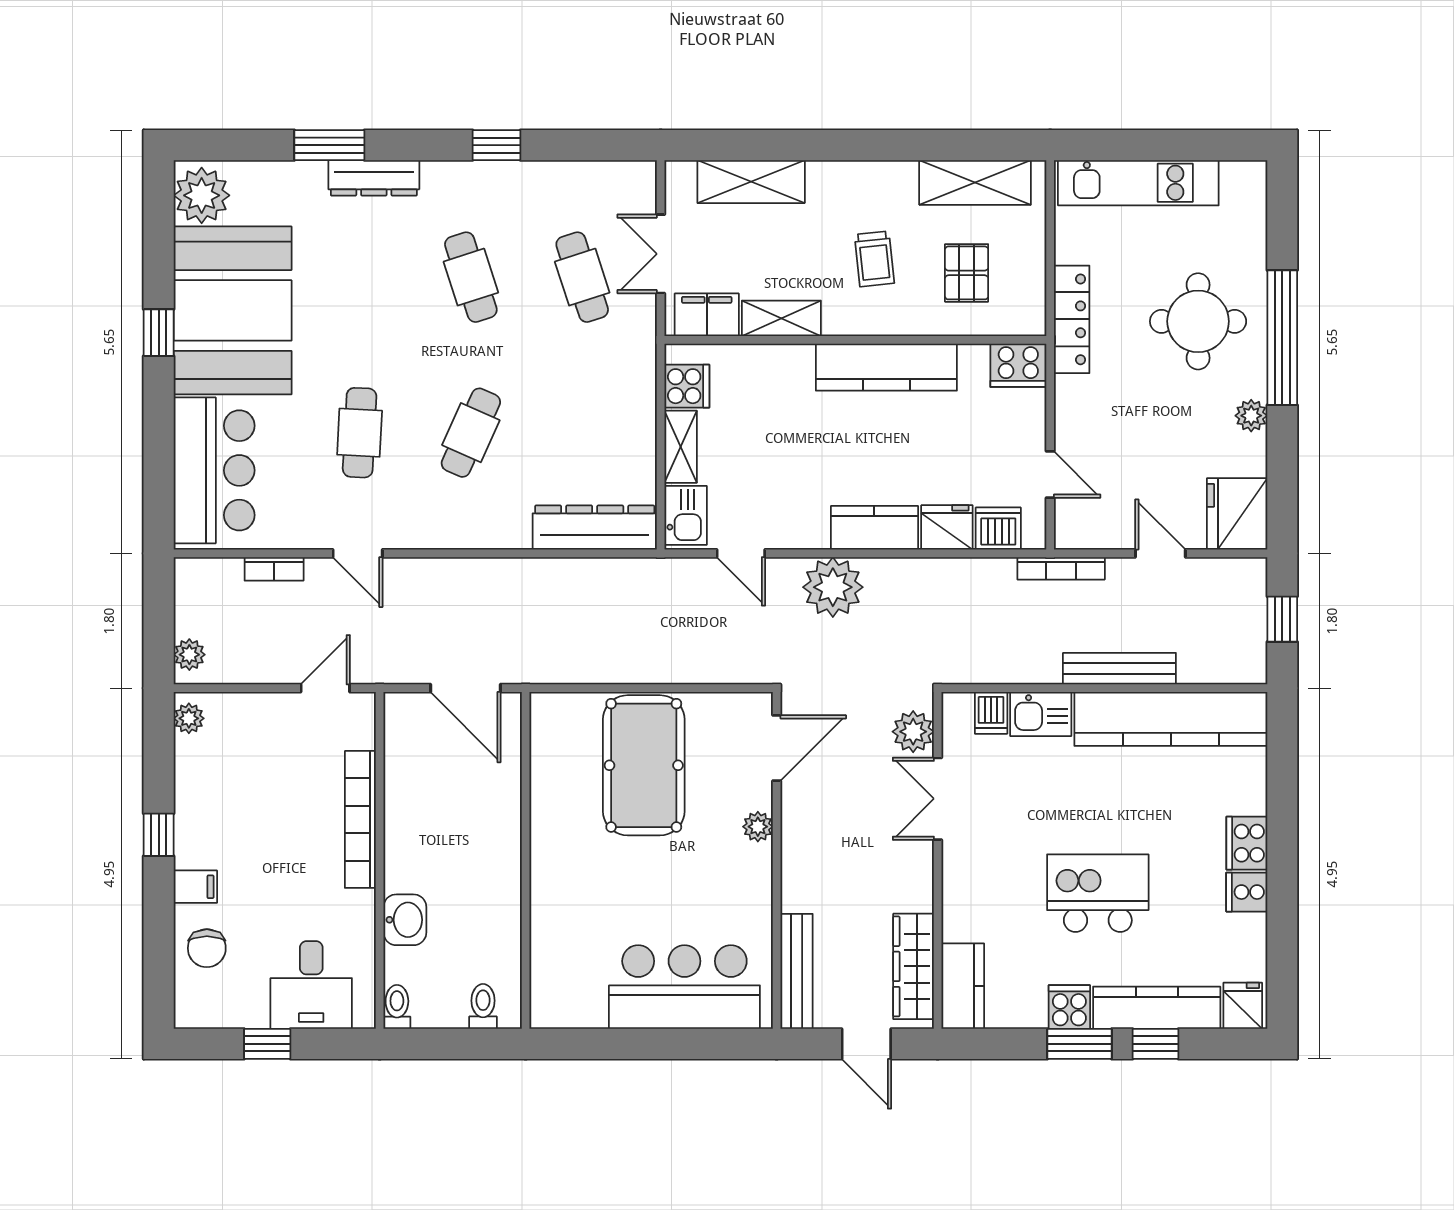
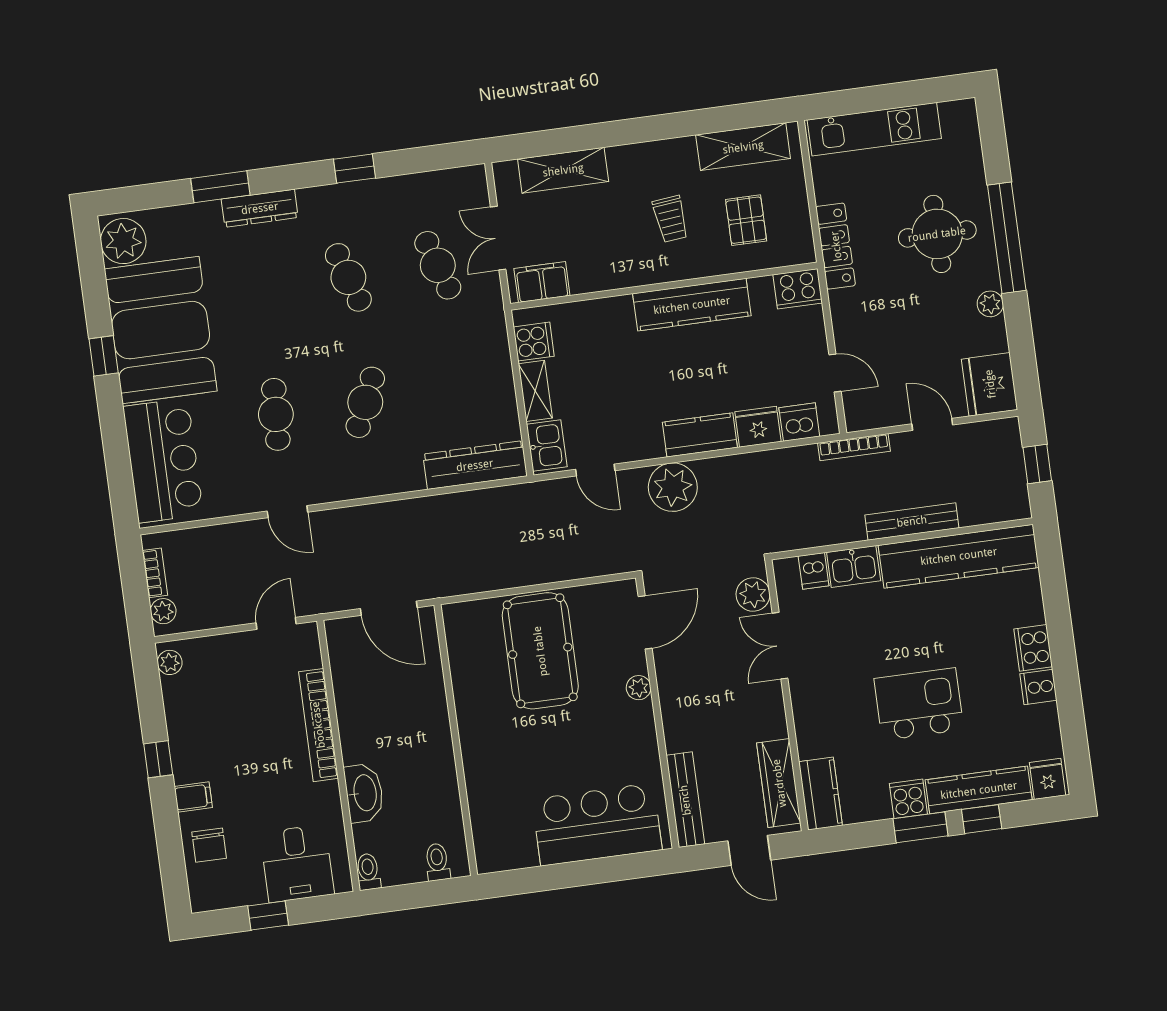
shelving: (781, 318) -> (602, 277), removed
bookcase: (274, 569) -> (155, 573), moved, turned -90
washbasin: (405, 920) -> (364, 793), width x1.38

